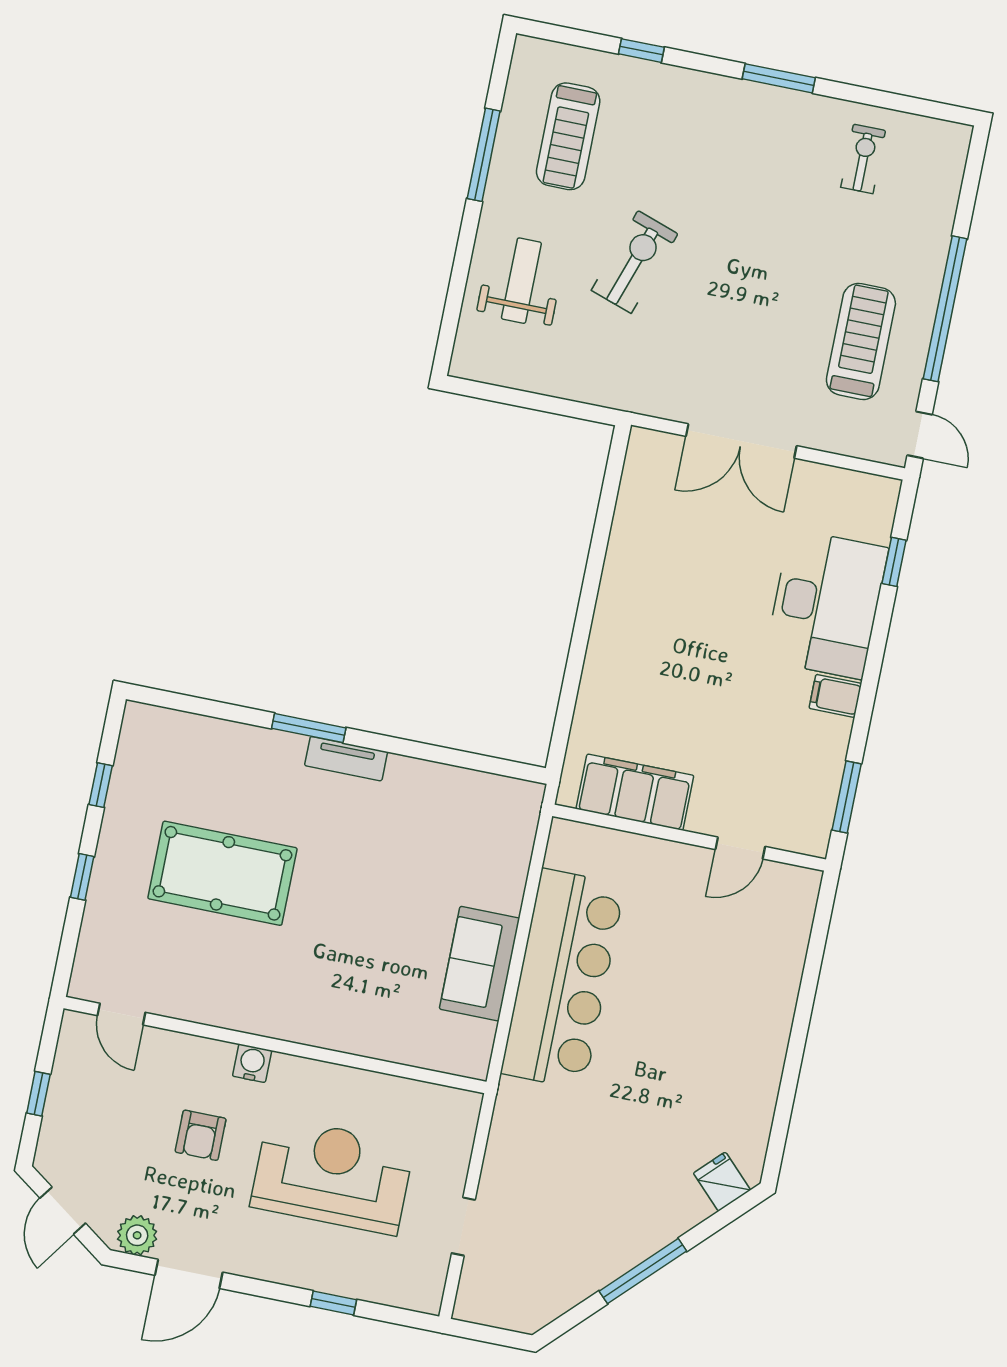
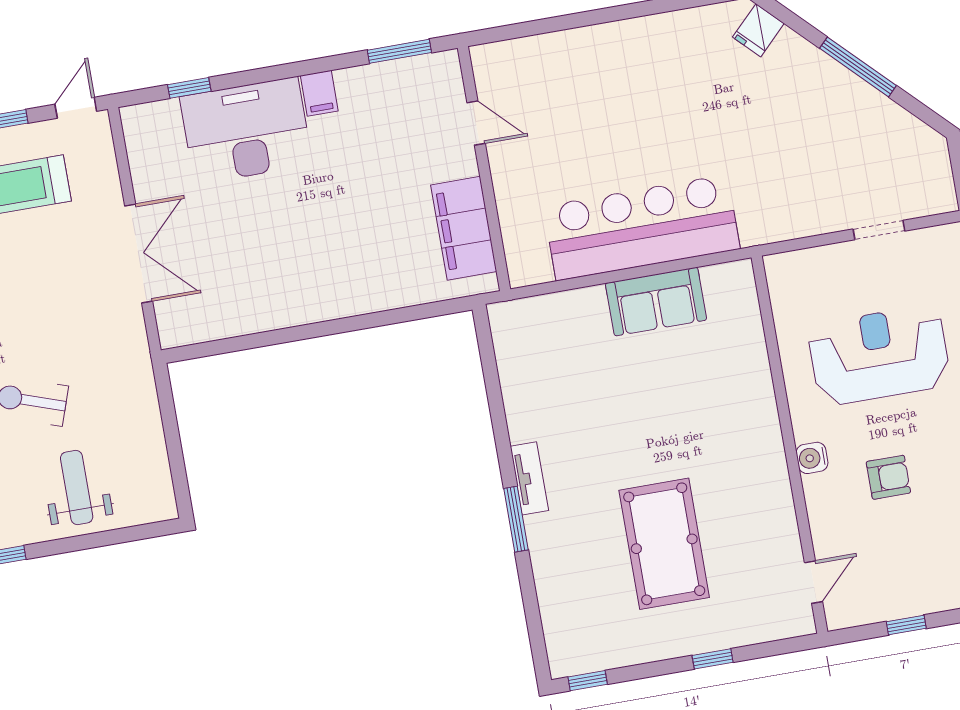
weight bench: (521, 281) -> (77, 487), turned 90
window: (101, 785) -> (588, 681), moved
reception desk: (332, 1175) -> (879, 355), turned 90

